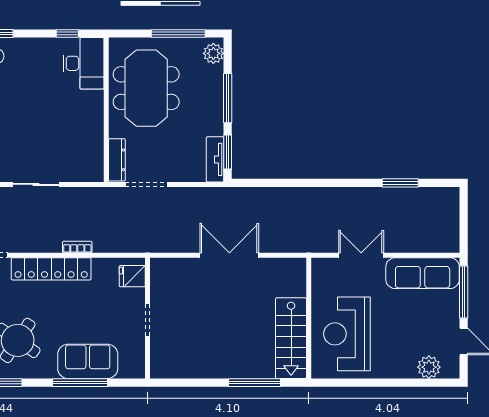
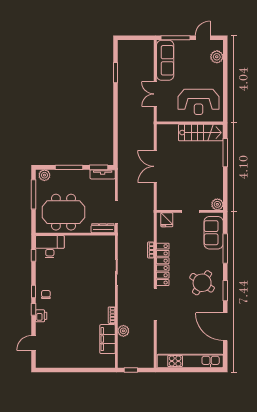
sofa: (88, 361) -> (214, 233), moved
plant: (160, 368) -> (217, 204), added

